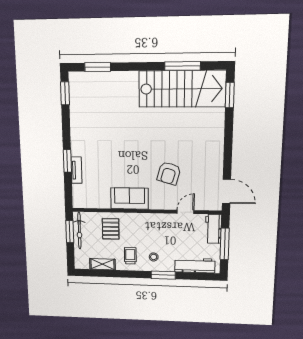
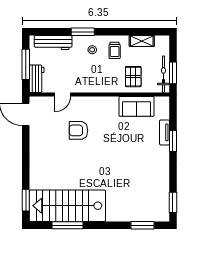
armchair: (169, 173) -> (78, 130), turned -106
sofa: (129, 198) -> (137, 106), moved

